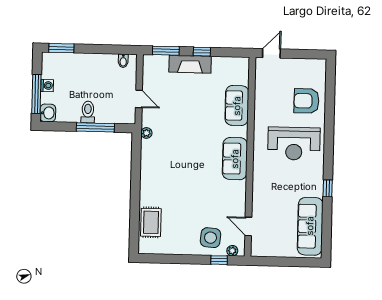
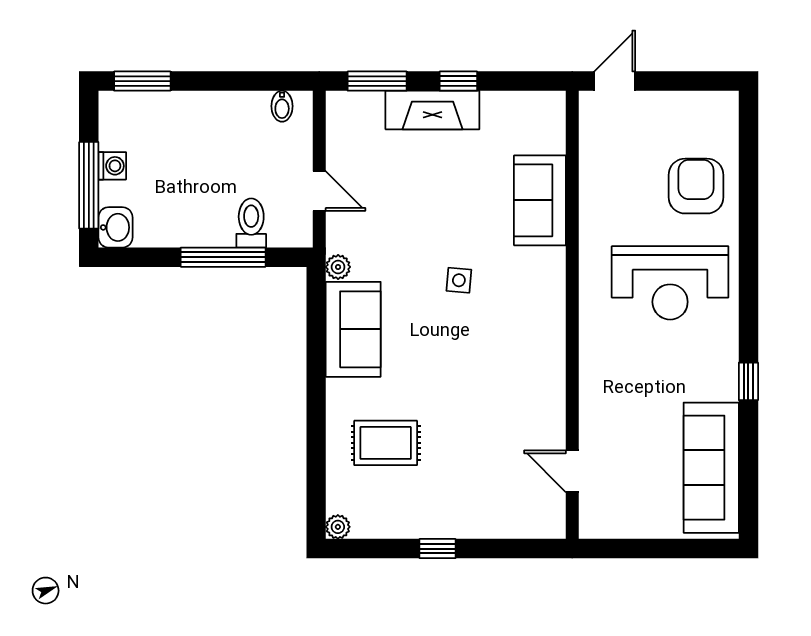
armchair: (306, 101) -> (696, 186), turned 90
toilet: (88, 112) -> (251, 223), moved
sofa: (235, 159) -> (353, 329), moved, turned 180
rug: (151, 222) -> (386, 443), moved, turned 90
side table: (211, 238) -> (459, 280), moved, width x0.54, depth x0.54
plant: (232, 251) -> (338, 527), moved
window: (219, 260) -> (438, 549), moved

